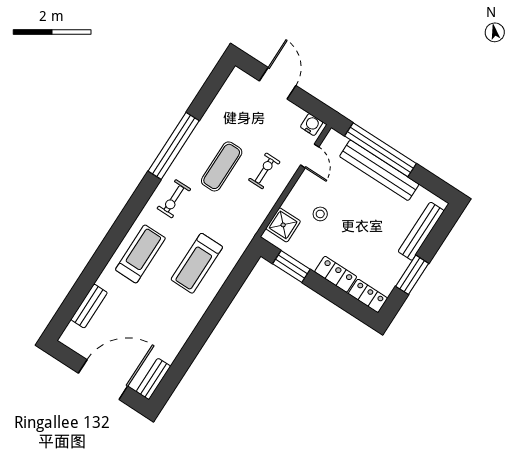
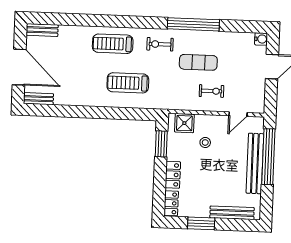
water cooler: (312, 125) -> (261, 39), moved
treadmill: (140, 254) -> (113, 44), turned 180
bench: (89, 306) -> (42, 30), moved

